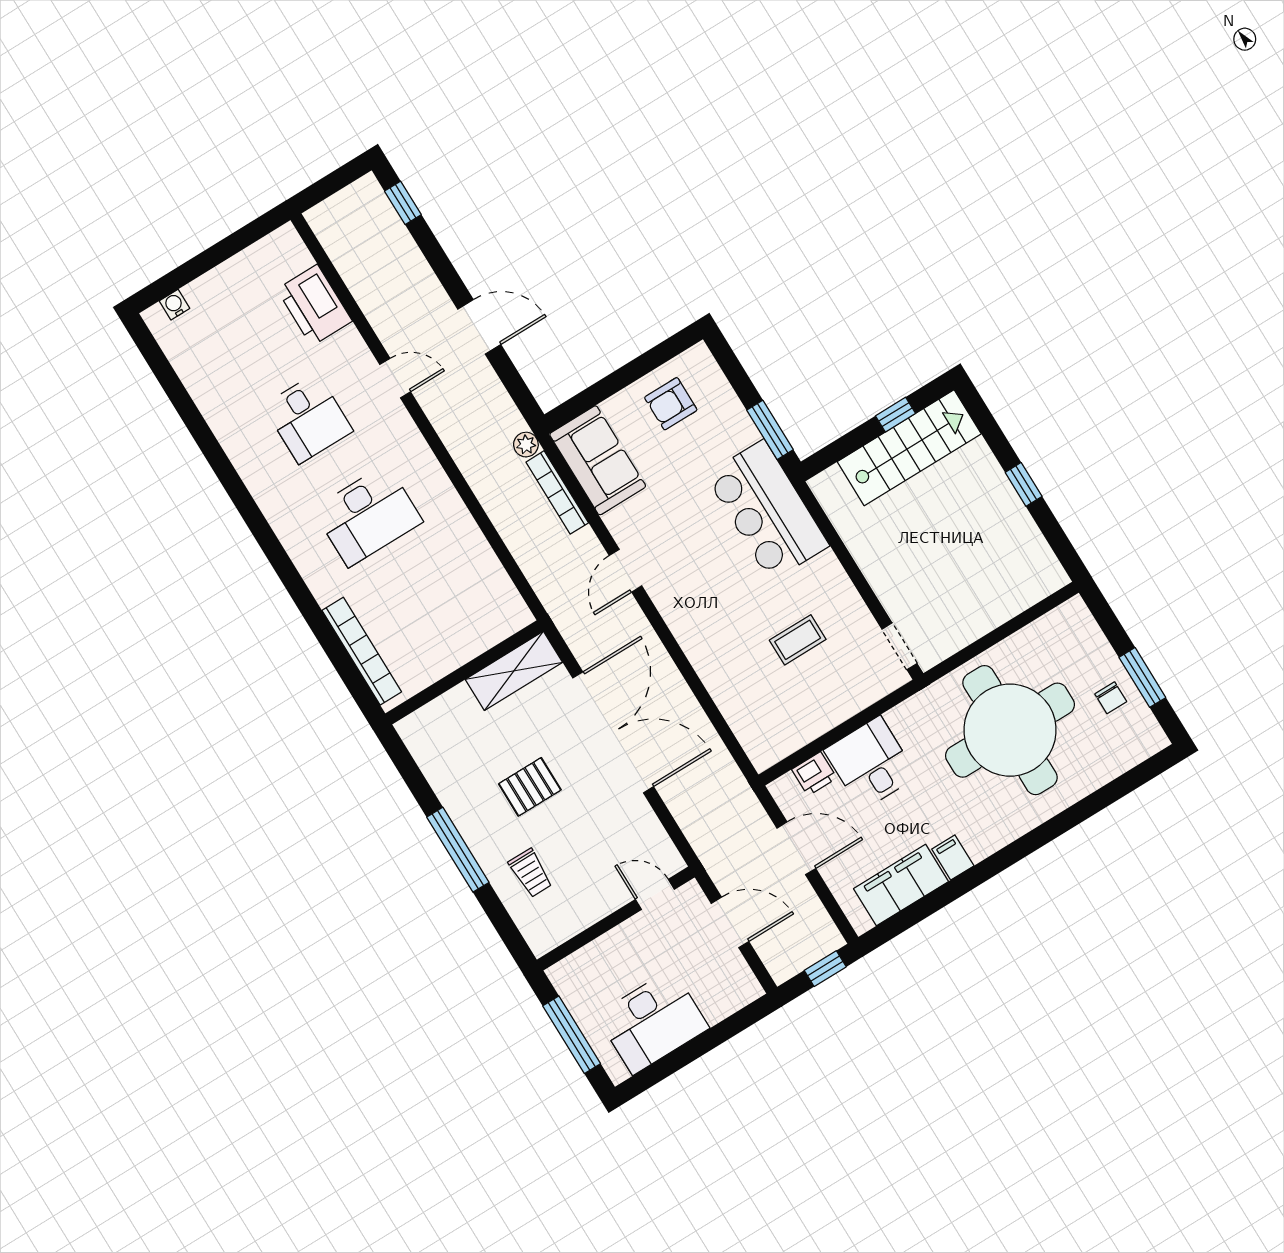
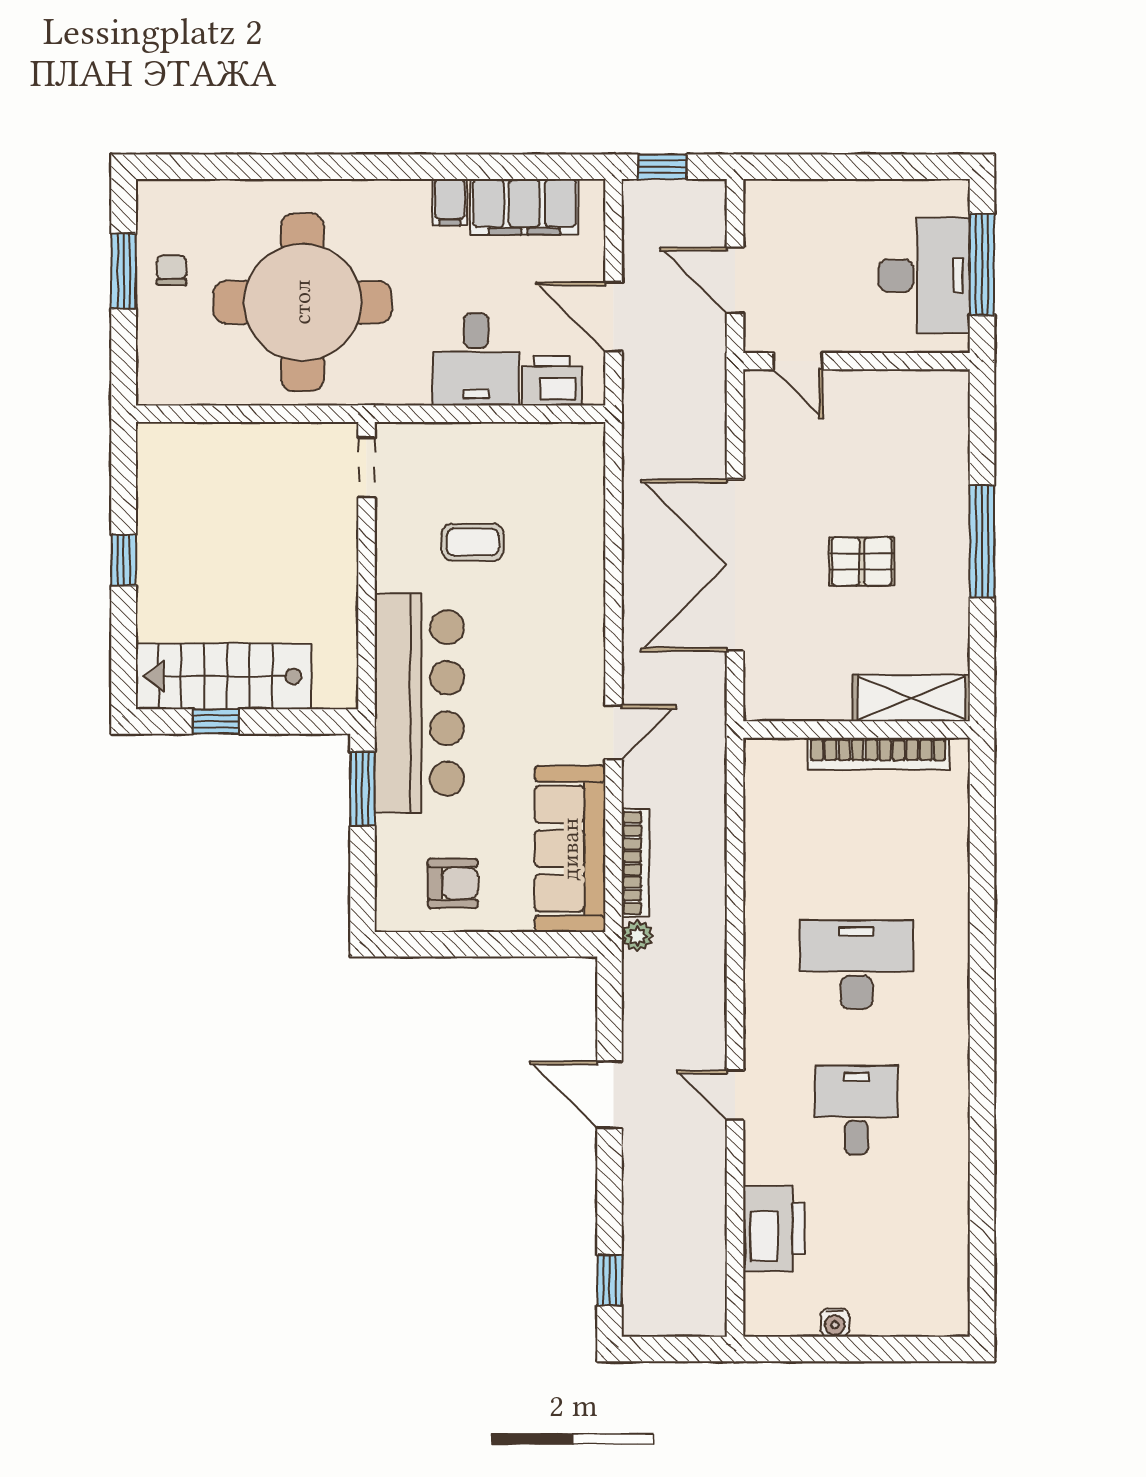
water cooler: (174, 305) -> (835, 1323), moved
sofa: (598, 460) -> (570, 849), width x1.36
bar counter: (767, 510) -> (419, 703), width x1.36
bookcase: (362, 651) -> (878, 754), moved, turned -90
shelving: (514, 671) -> (911, 698), moved
printer: (814, 774) -> (552, 381), width x1.36, depth x1.24
trolley: (530, 873) -> (919, 468), removed
desk: (653, 1022) -> (924, 275), moved, turned 90

